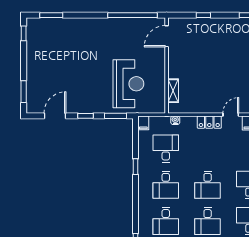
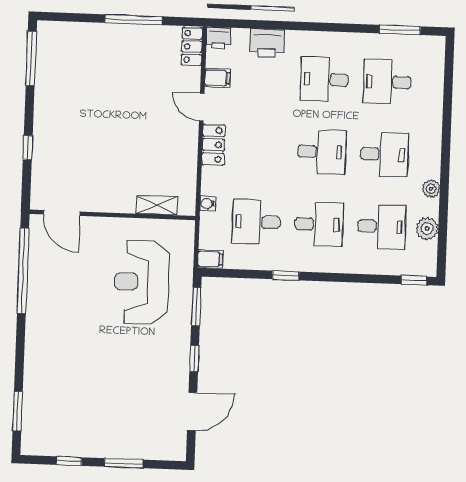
window: (24, 33) -> (69, 461), moved
reception desk: (128, 84) -> (142, 282), turned -90
window: (24, 92) -> (124, 463), moved
door: (55, 116) -> (192, 412), swing flipped

